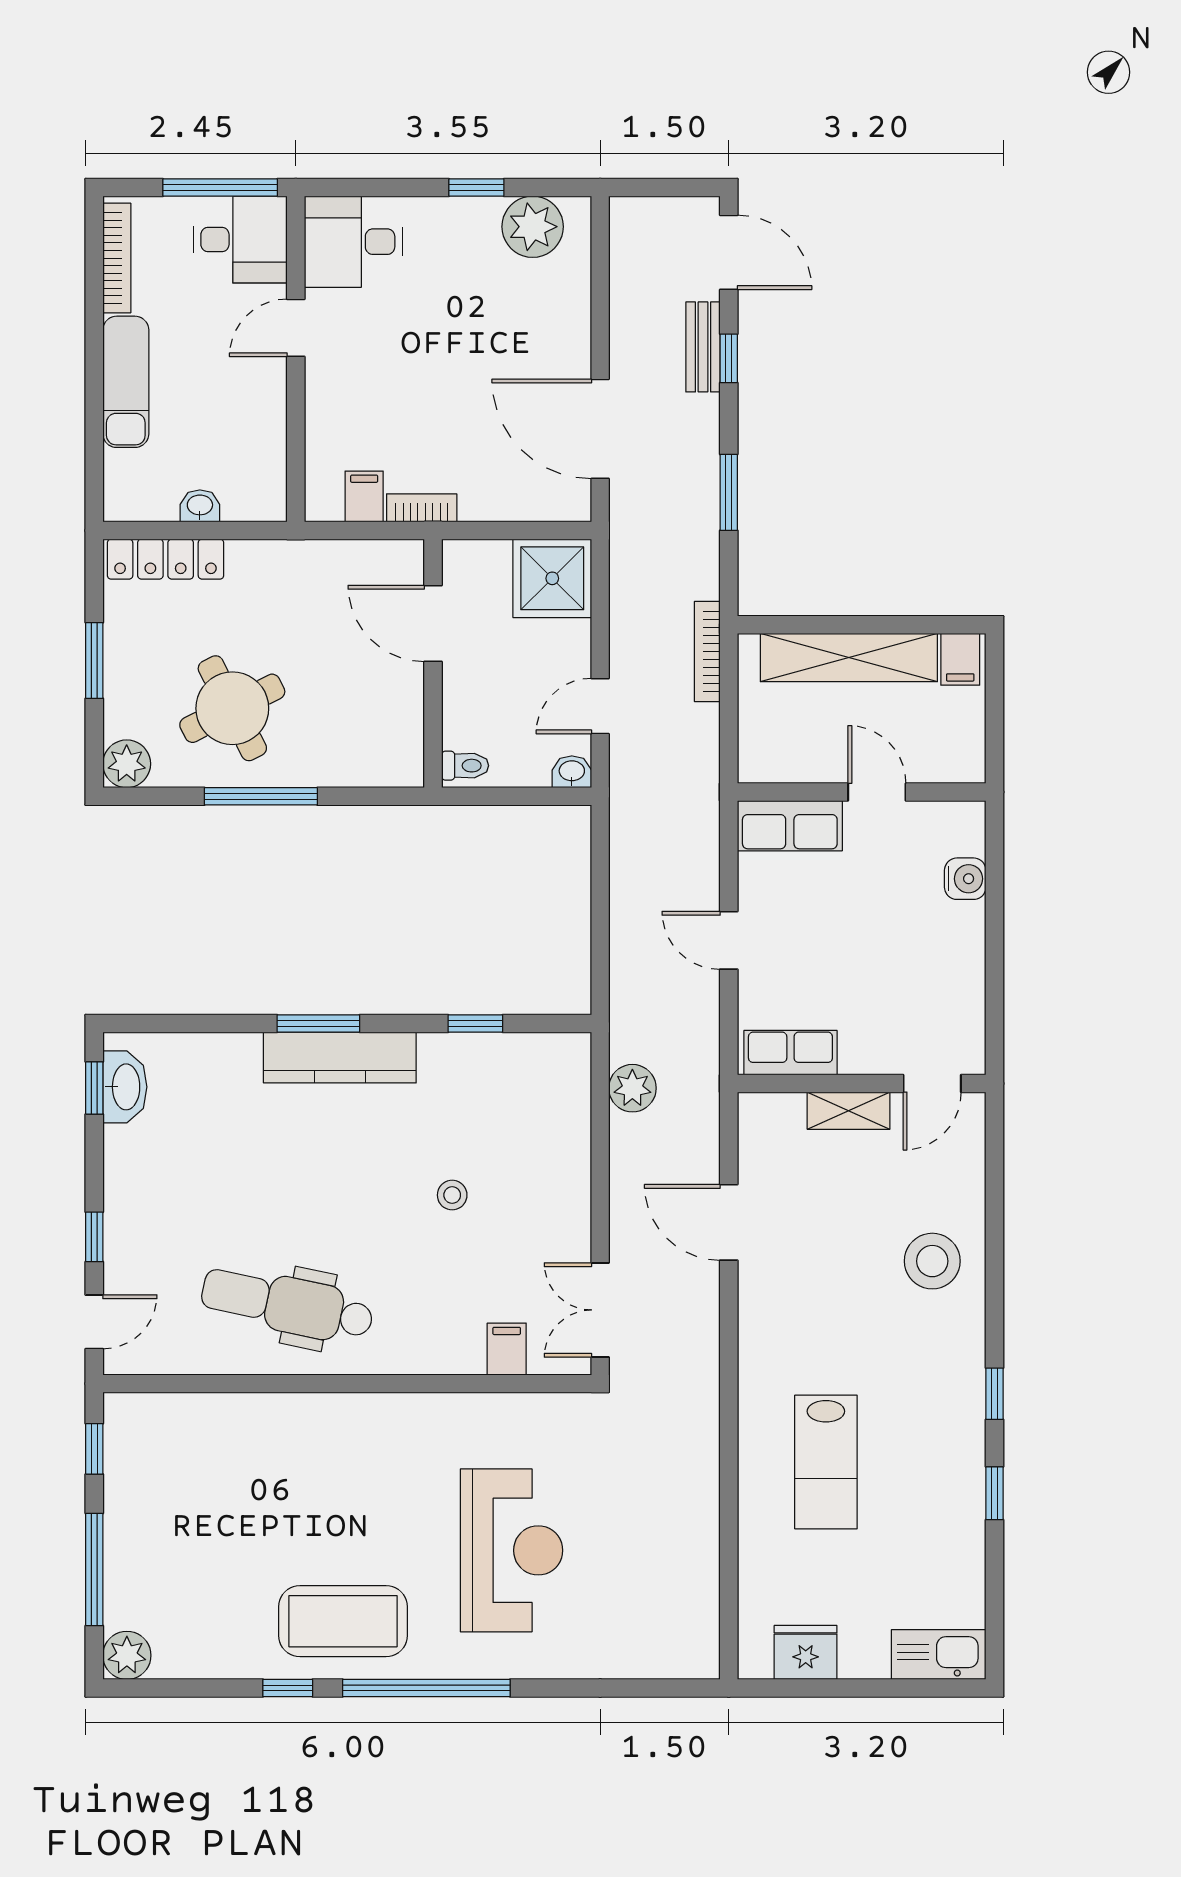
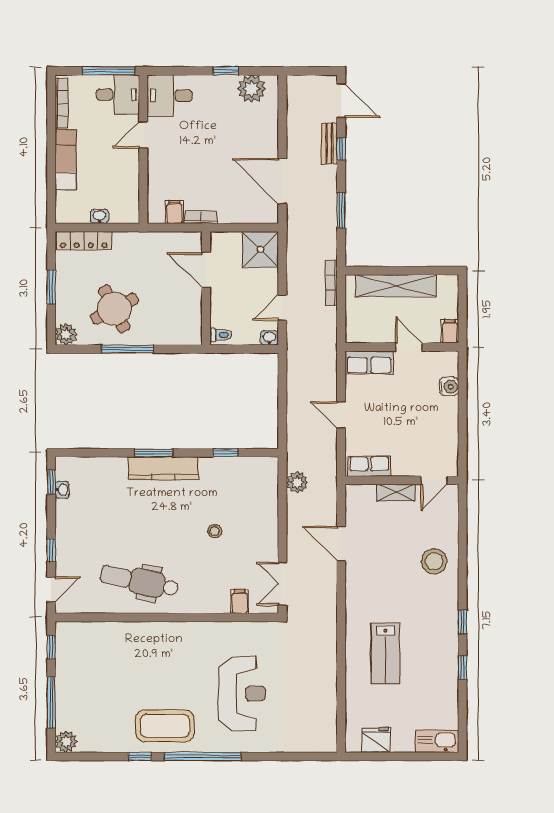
filing cabinet: (960, 659) -> (450, 331), moved, turned 180
washbasin: (125, 1087) -> (62, 490), width x0.52, depth x0.69

